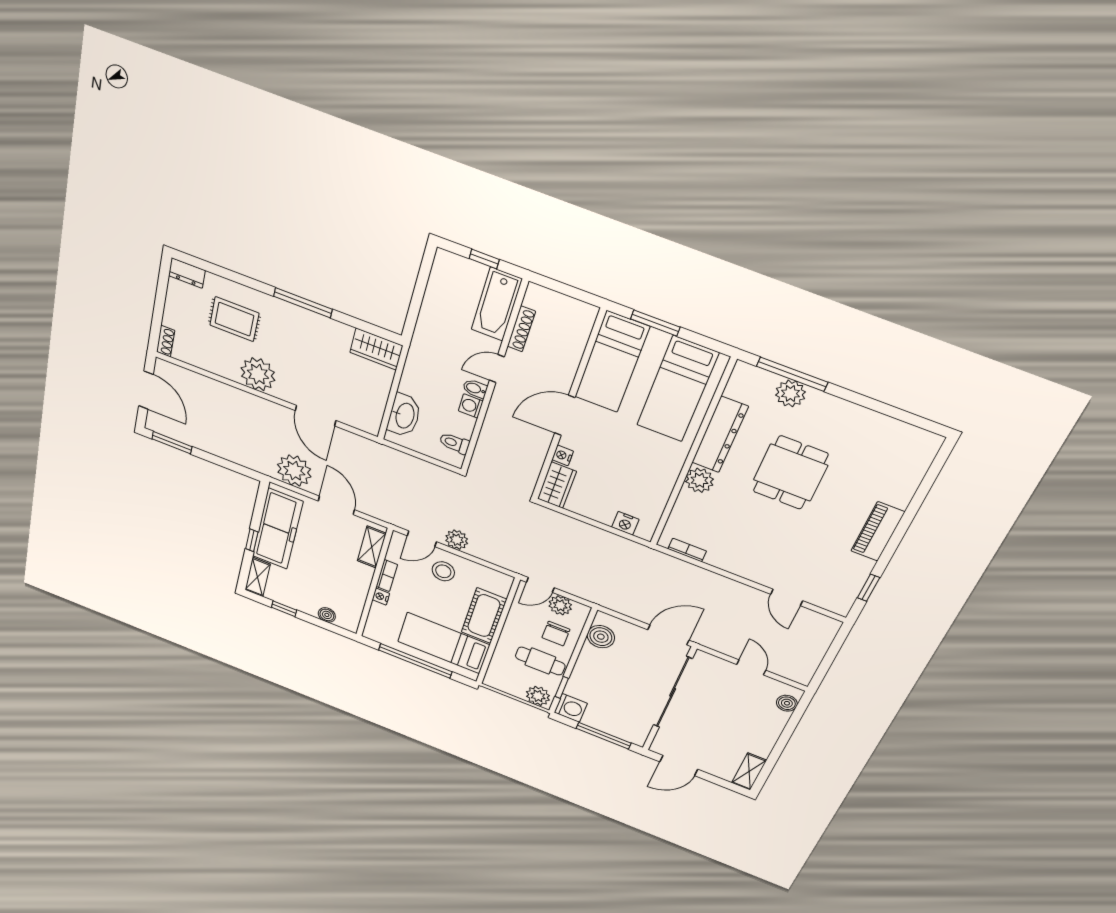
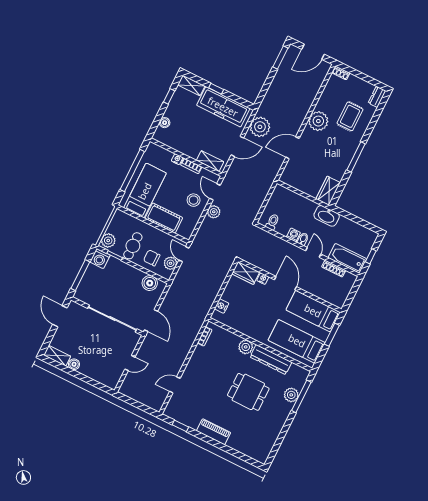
washbasin: (404, 415) -> (327, 216), moved
boiler: (787, 703) -> (74, 364), moved

